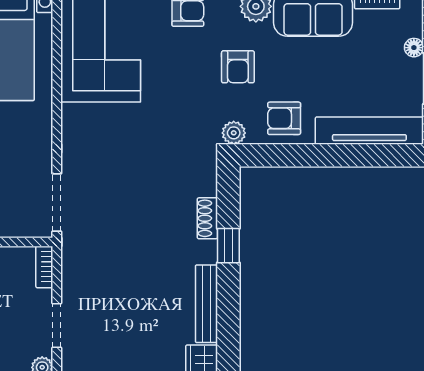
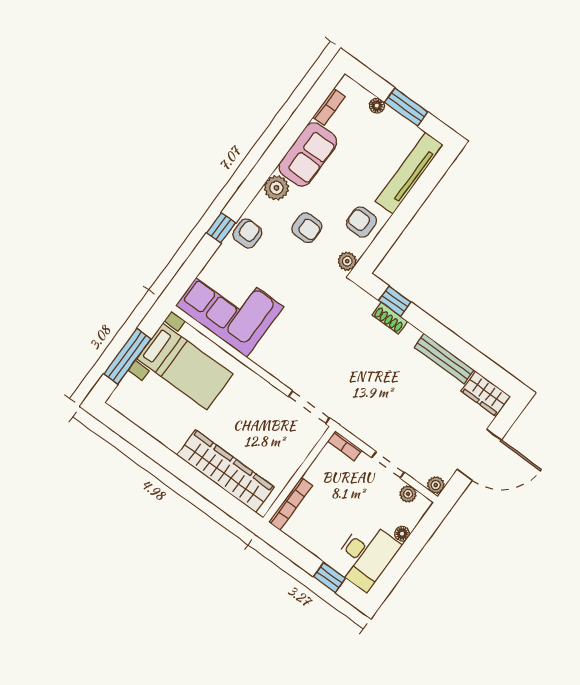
armchair: (284, 118) -> (361, 222), turned 90
window: (228, 246) -> (395, 301), moved

